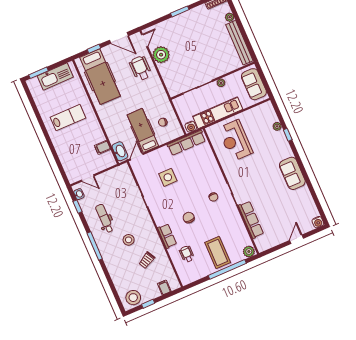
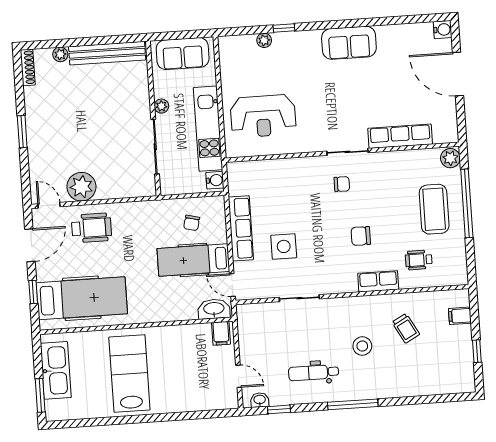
wheelchair: (140, 68) -> (92, 228), turned 180
lab bench: (68, 118) -> (129, 373), width x1.36, depth x1.39
row of seats: (186, 143) -> (241, 228), moved
filing cabinet: (102, 147) -> (221, 333), moved
door: (88, 178) -> (239, 376), hinge flipped
door: (296, 239) -> (458, 74), width x1.88
coffee table: (218, 253) -> (434, 209), turned 90
stool: (133, 298) -> (458, 372), removed

